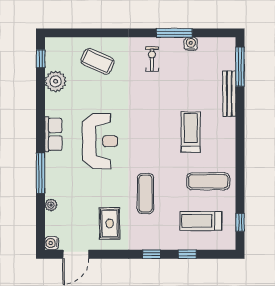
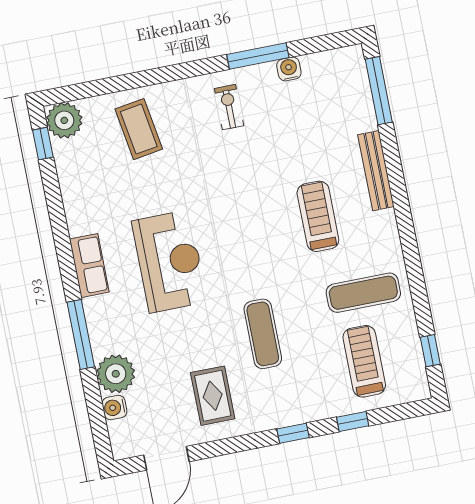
coffee table: (97, 61) -> (139, 129), turned 57
plant: (56, 81) -> (64, 120), moved
bench: (229, 94) -> (376, 171), moved
plant: (51, 205) -> (116, 374), width x1.88, depth x1.88
treadmill: (201, 221) -> (364, 361), turned 90
water cooler: (52, 243) -> (114, 407), moved

